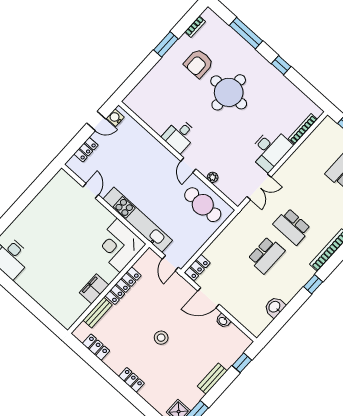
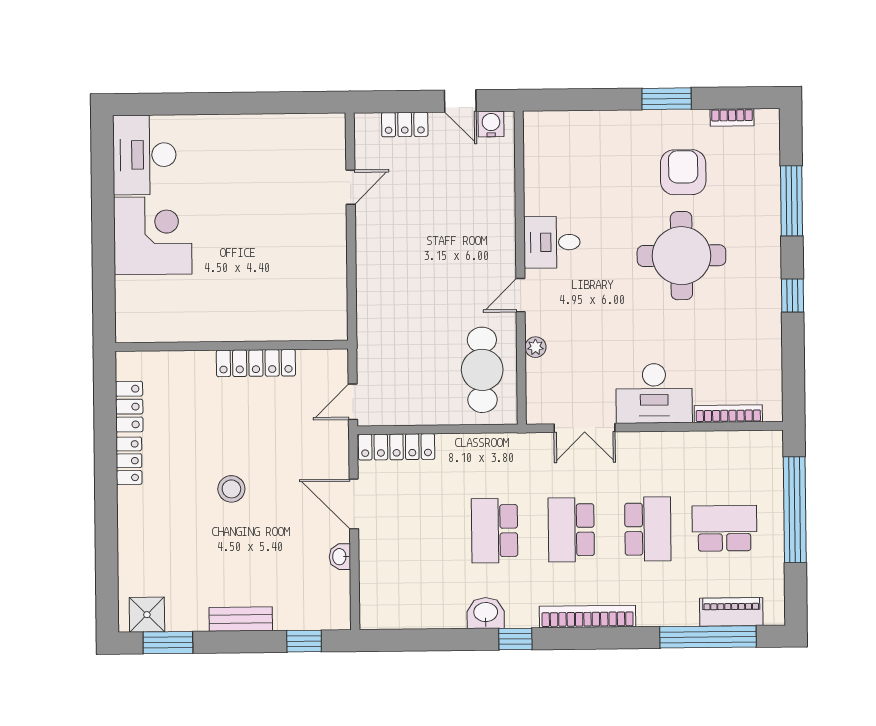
armchair: (199, 63) -> (683, 172), turned 90
school desk: (318, 198) -> (648, 529), added
kitchen unit: (138, 220) -> (372, 295), removed
corner desk: (119, 245) -> (153, 236), moved, turned 90
school desk: (266, 255) -> (495, 531), turned 90
locker: (197, 268) -> (397, 447), width x1.53
filing cabinet: (94, 289) -> (212, 325), removed
washbasin: (275, 307) -> (486, 613), moved
bench: (98, 313) -> (182, 362), removed
locker: (131, 380) -> (129, 461), moved

